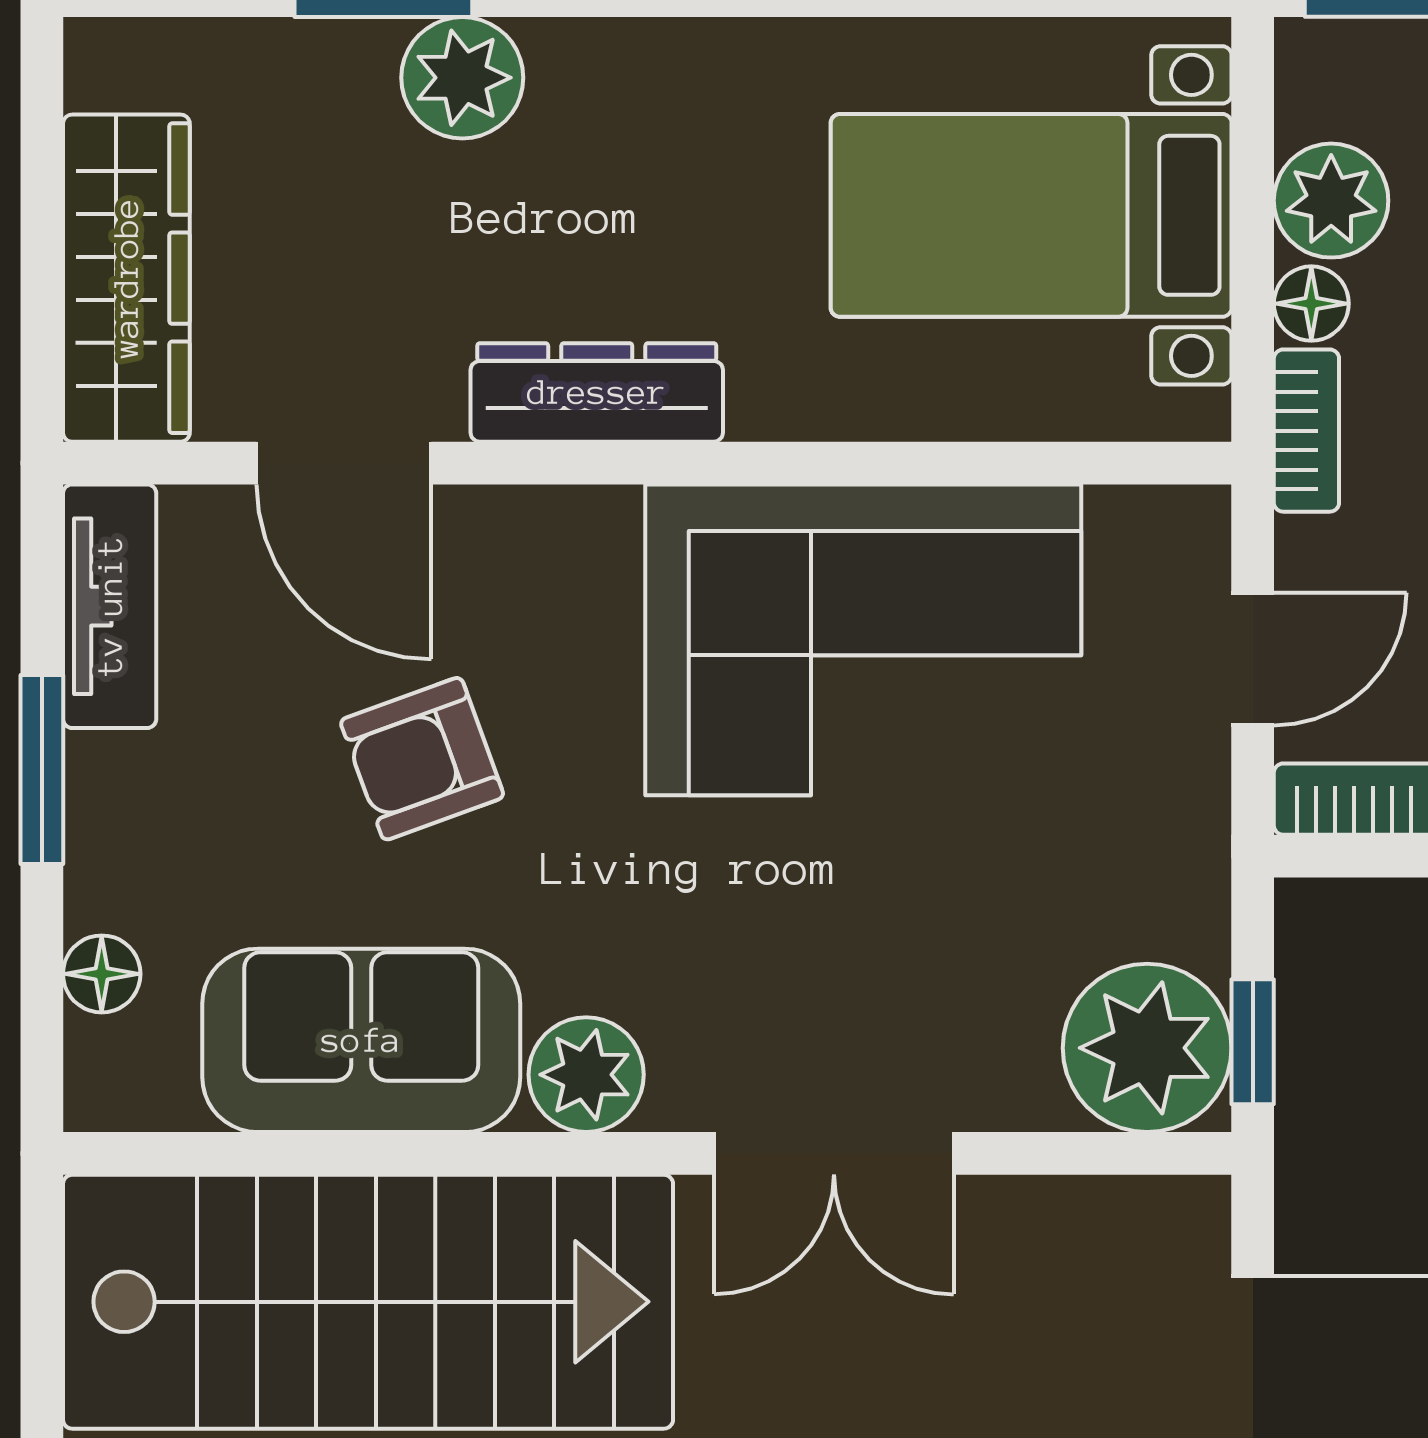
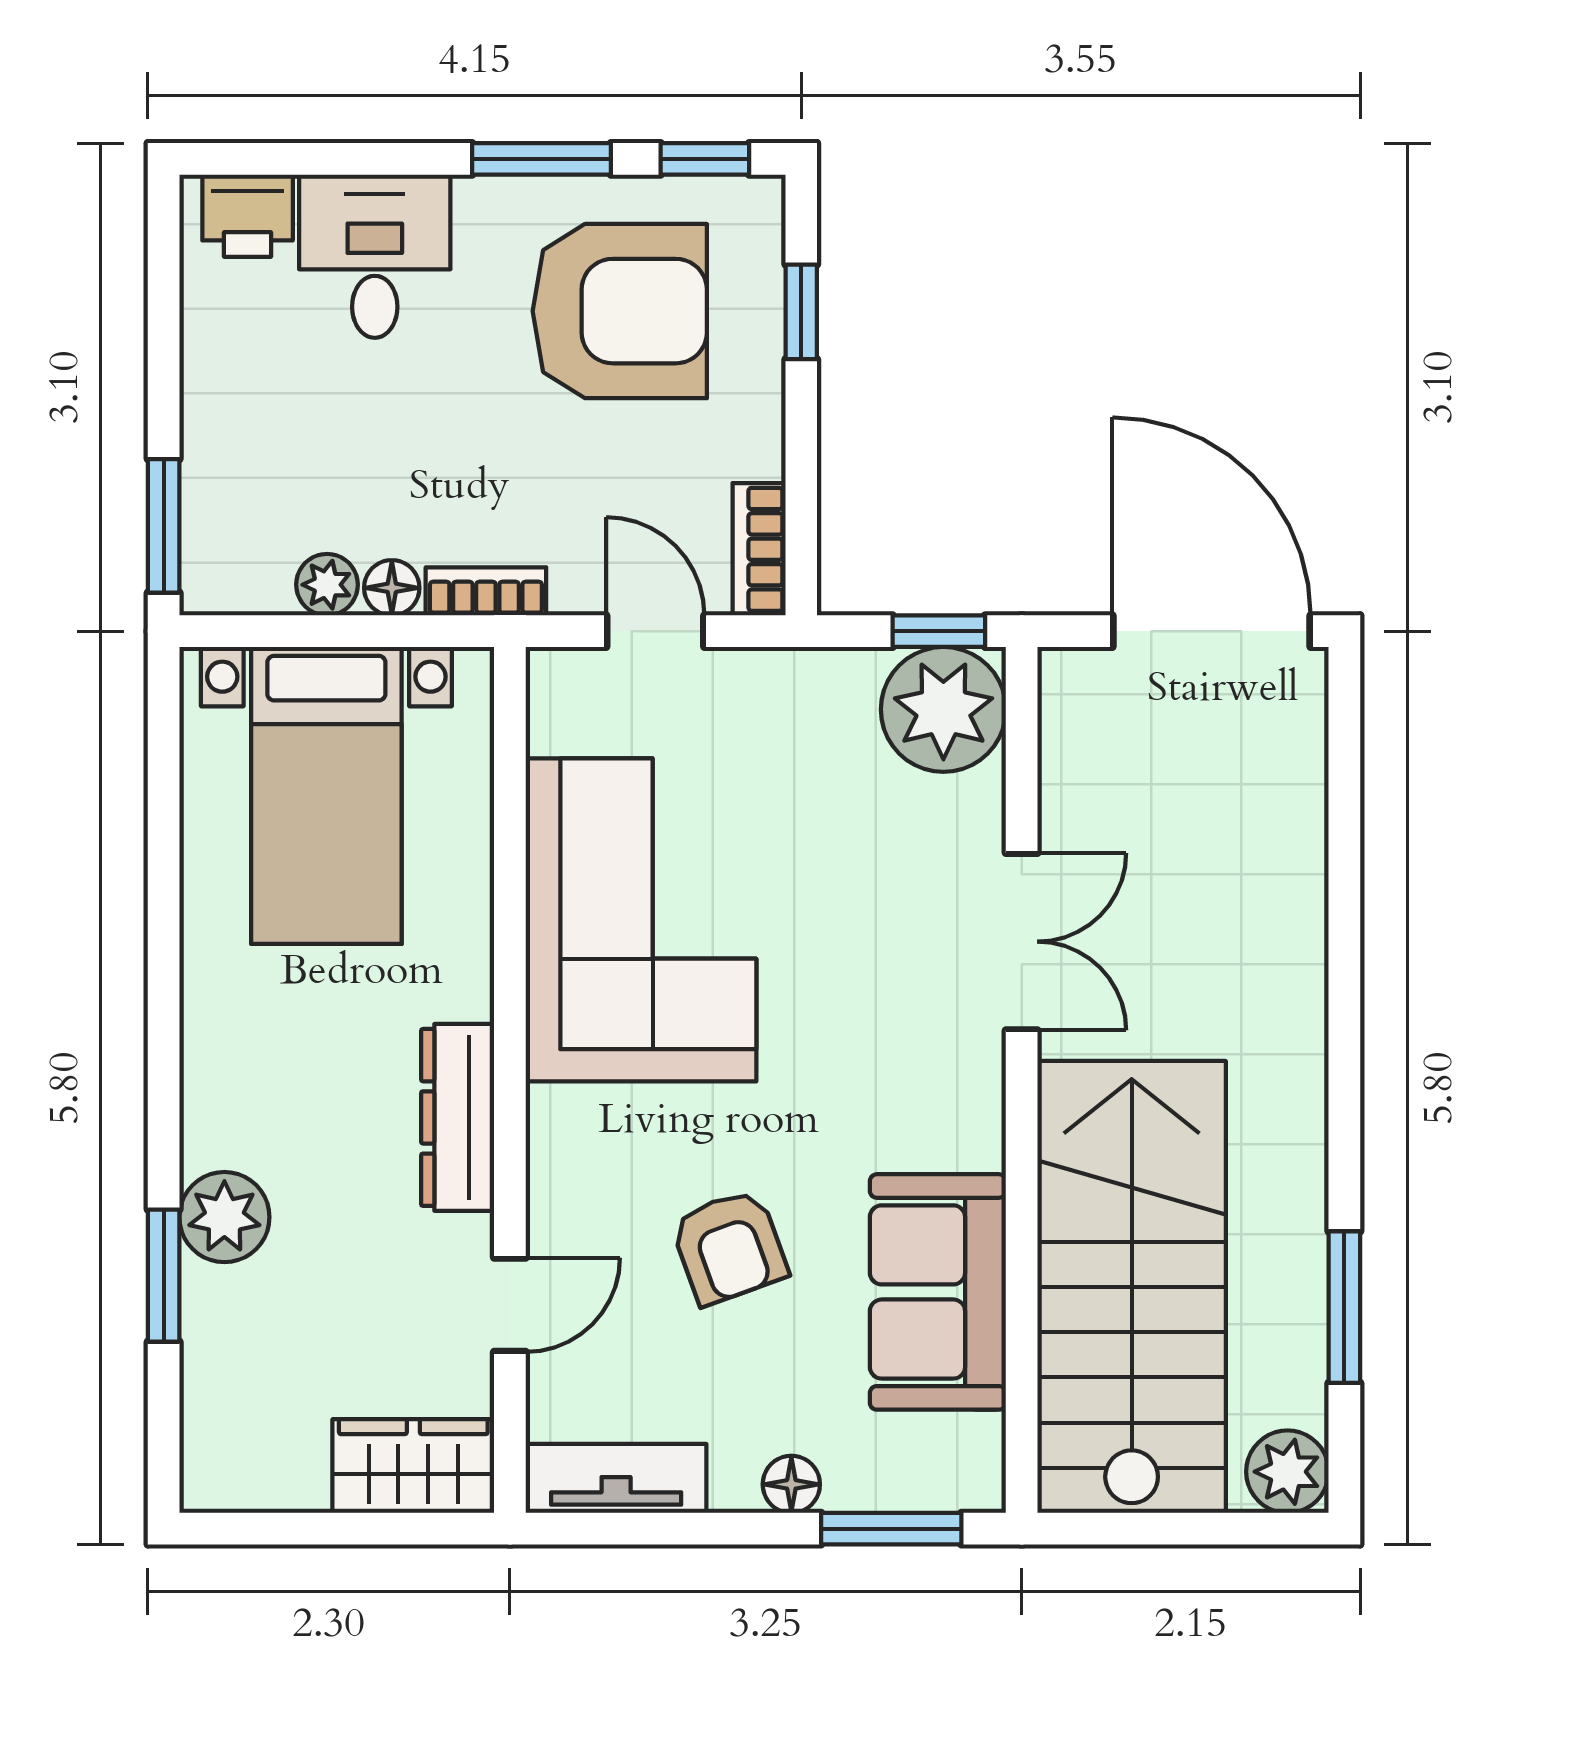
plant: (1331, 201) -> (327, 585), width x0.73, depth x0.73
wardrobe: (126, 278) -> (413, 1466), width x0.67
door: (344, 463) -> (510, 1305), width x0.73
window: (42, 770) -> (891, 1529), moved
floor lamp: (102, 974) -> (791, 1484), moved
plant: (586, 1075) -> (963, 1125), removed

